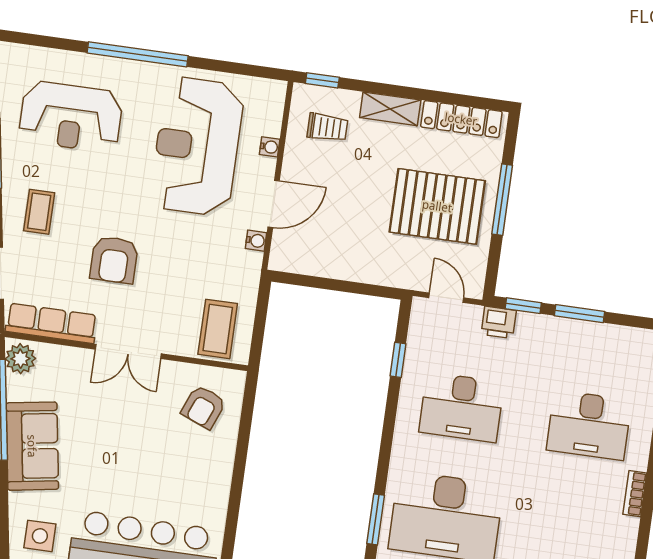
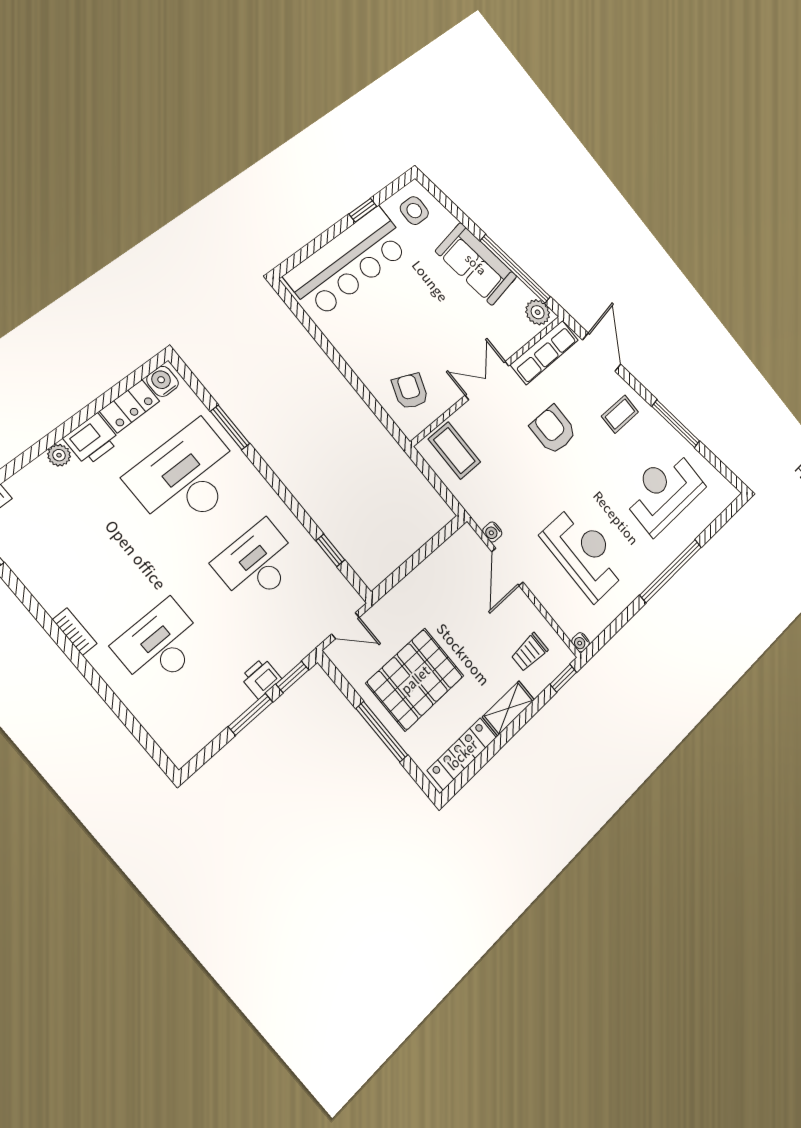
reception desk: (197, 146) -> (584, 553), width x0.74, depth x0.77
water cooler: (270, 147) -> (581, 642), moved
coffee table: (39, 212) -> (620, 414), turned 90
printer: (499, 322) -> (261, 678), moved

